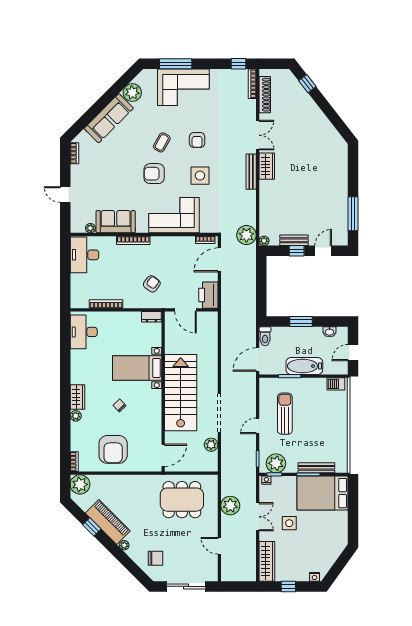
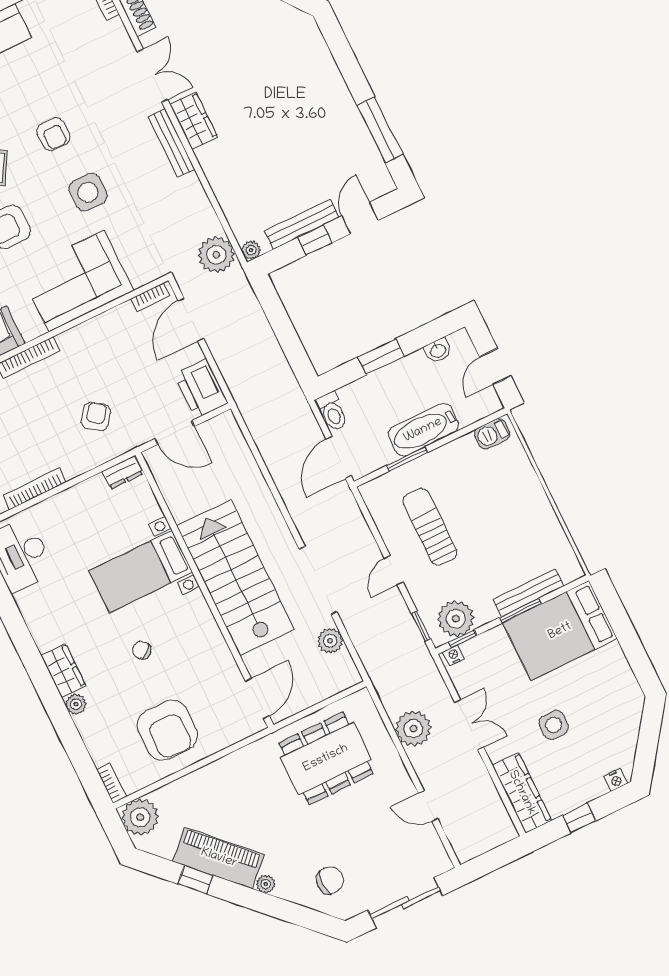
bench: (294, 240) -> (302, 224), width x1.36
side table: (289, 523) -> (554, 725), moved

